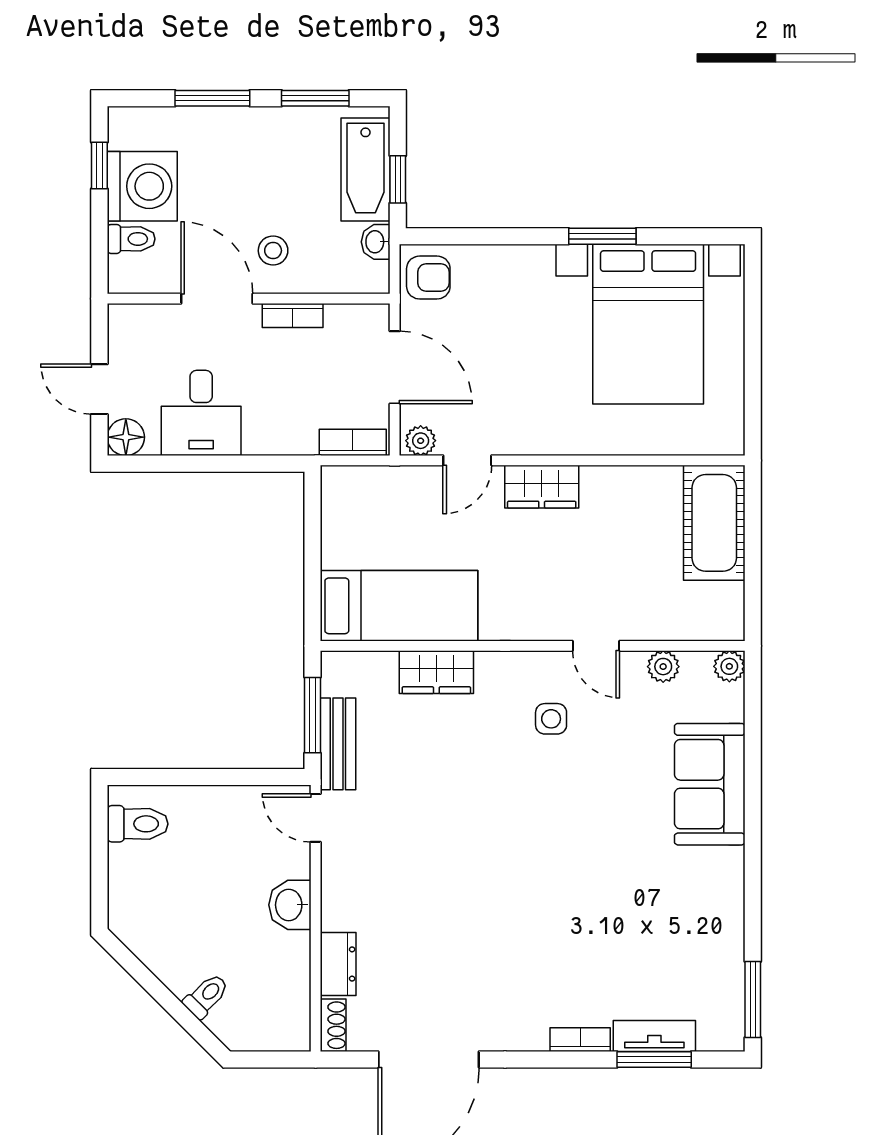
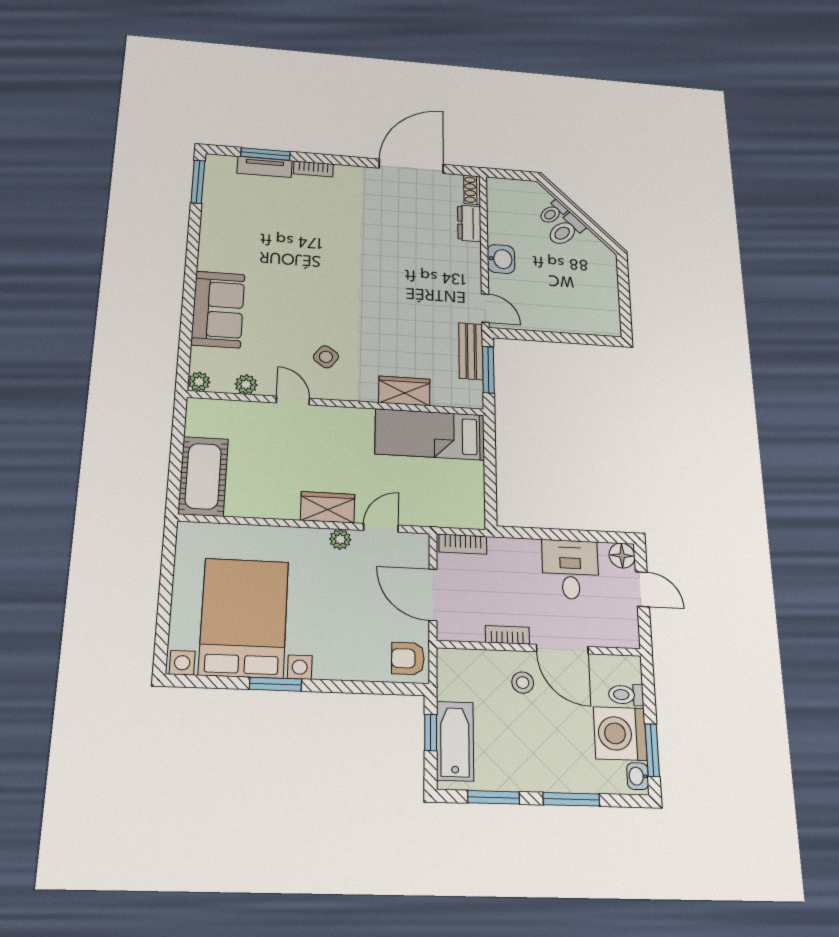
window: (99, 165) -> (652, 750), width x1.50
washbasin: (376, 242) -> (638, 776), moved, turned 180
plant: (421, 441) -> (340, 539), moved
side table: (551, 719) -> (326, 357), turned 36
toilet: (138, 824) -> (566, 230), moved, turned -45

